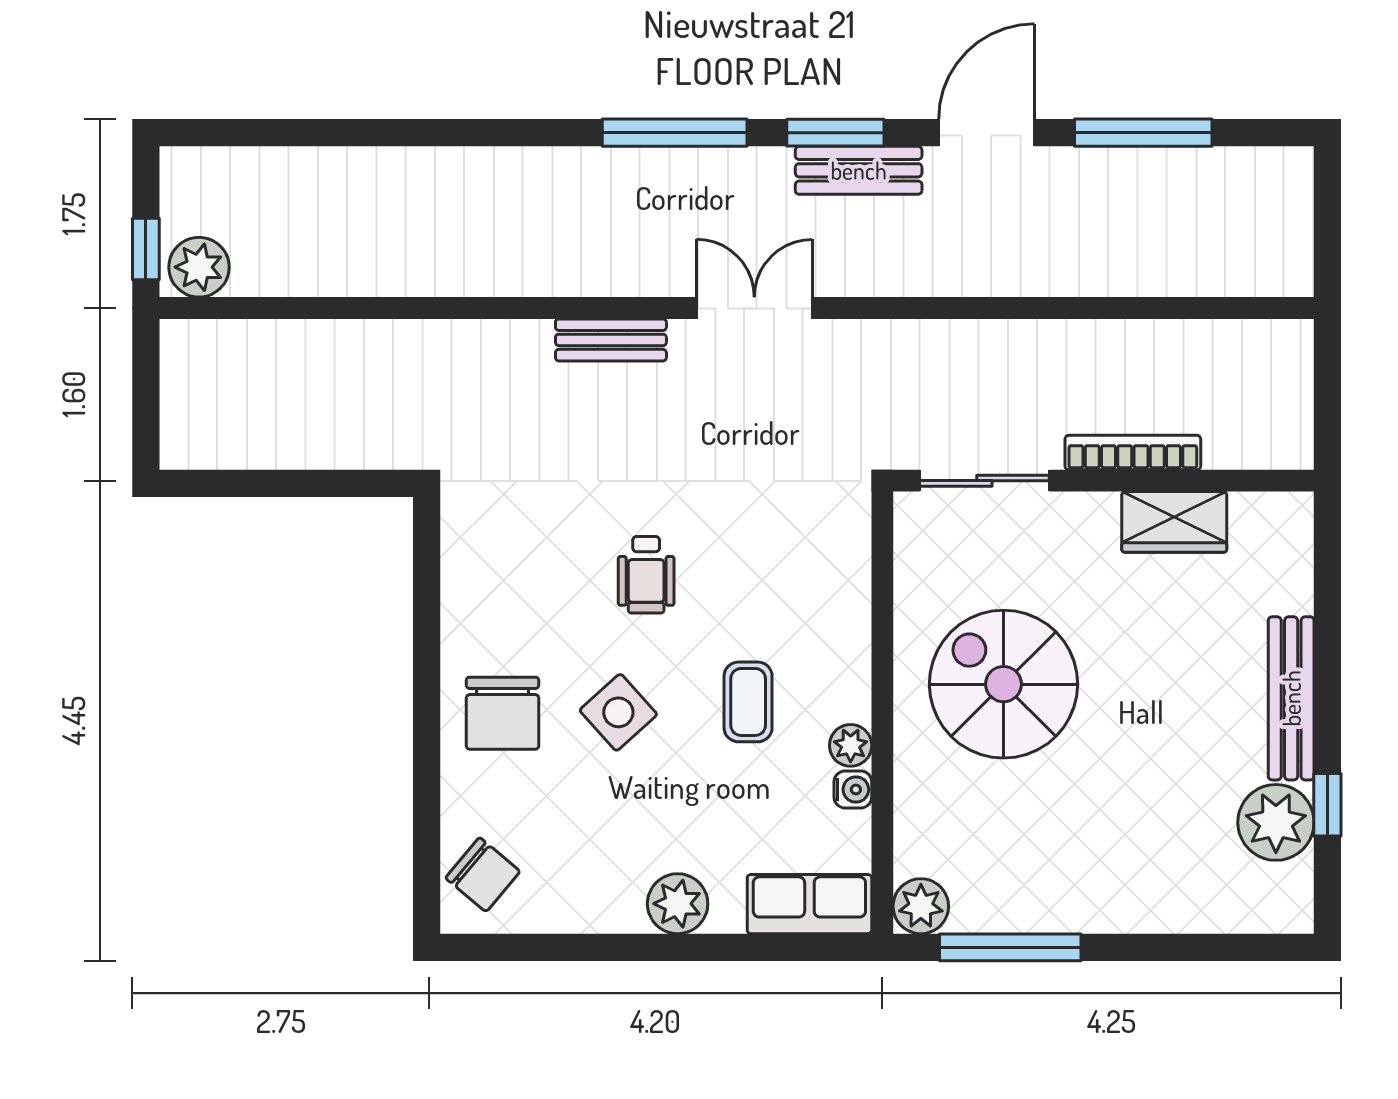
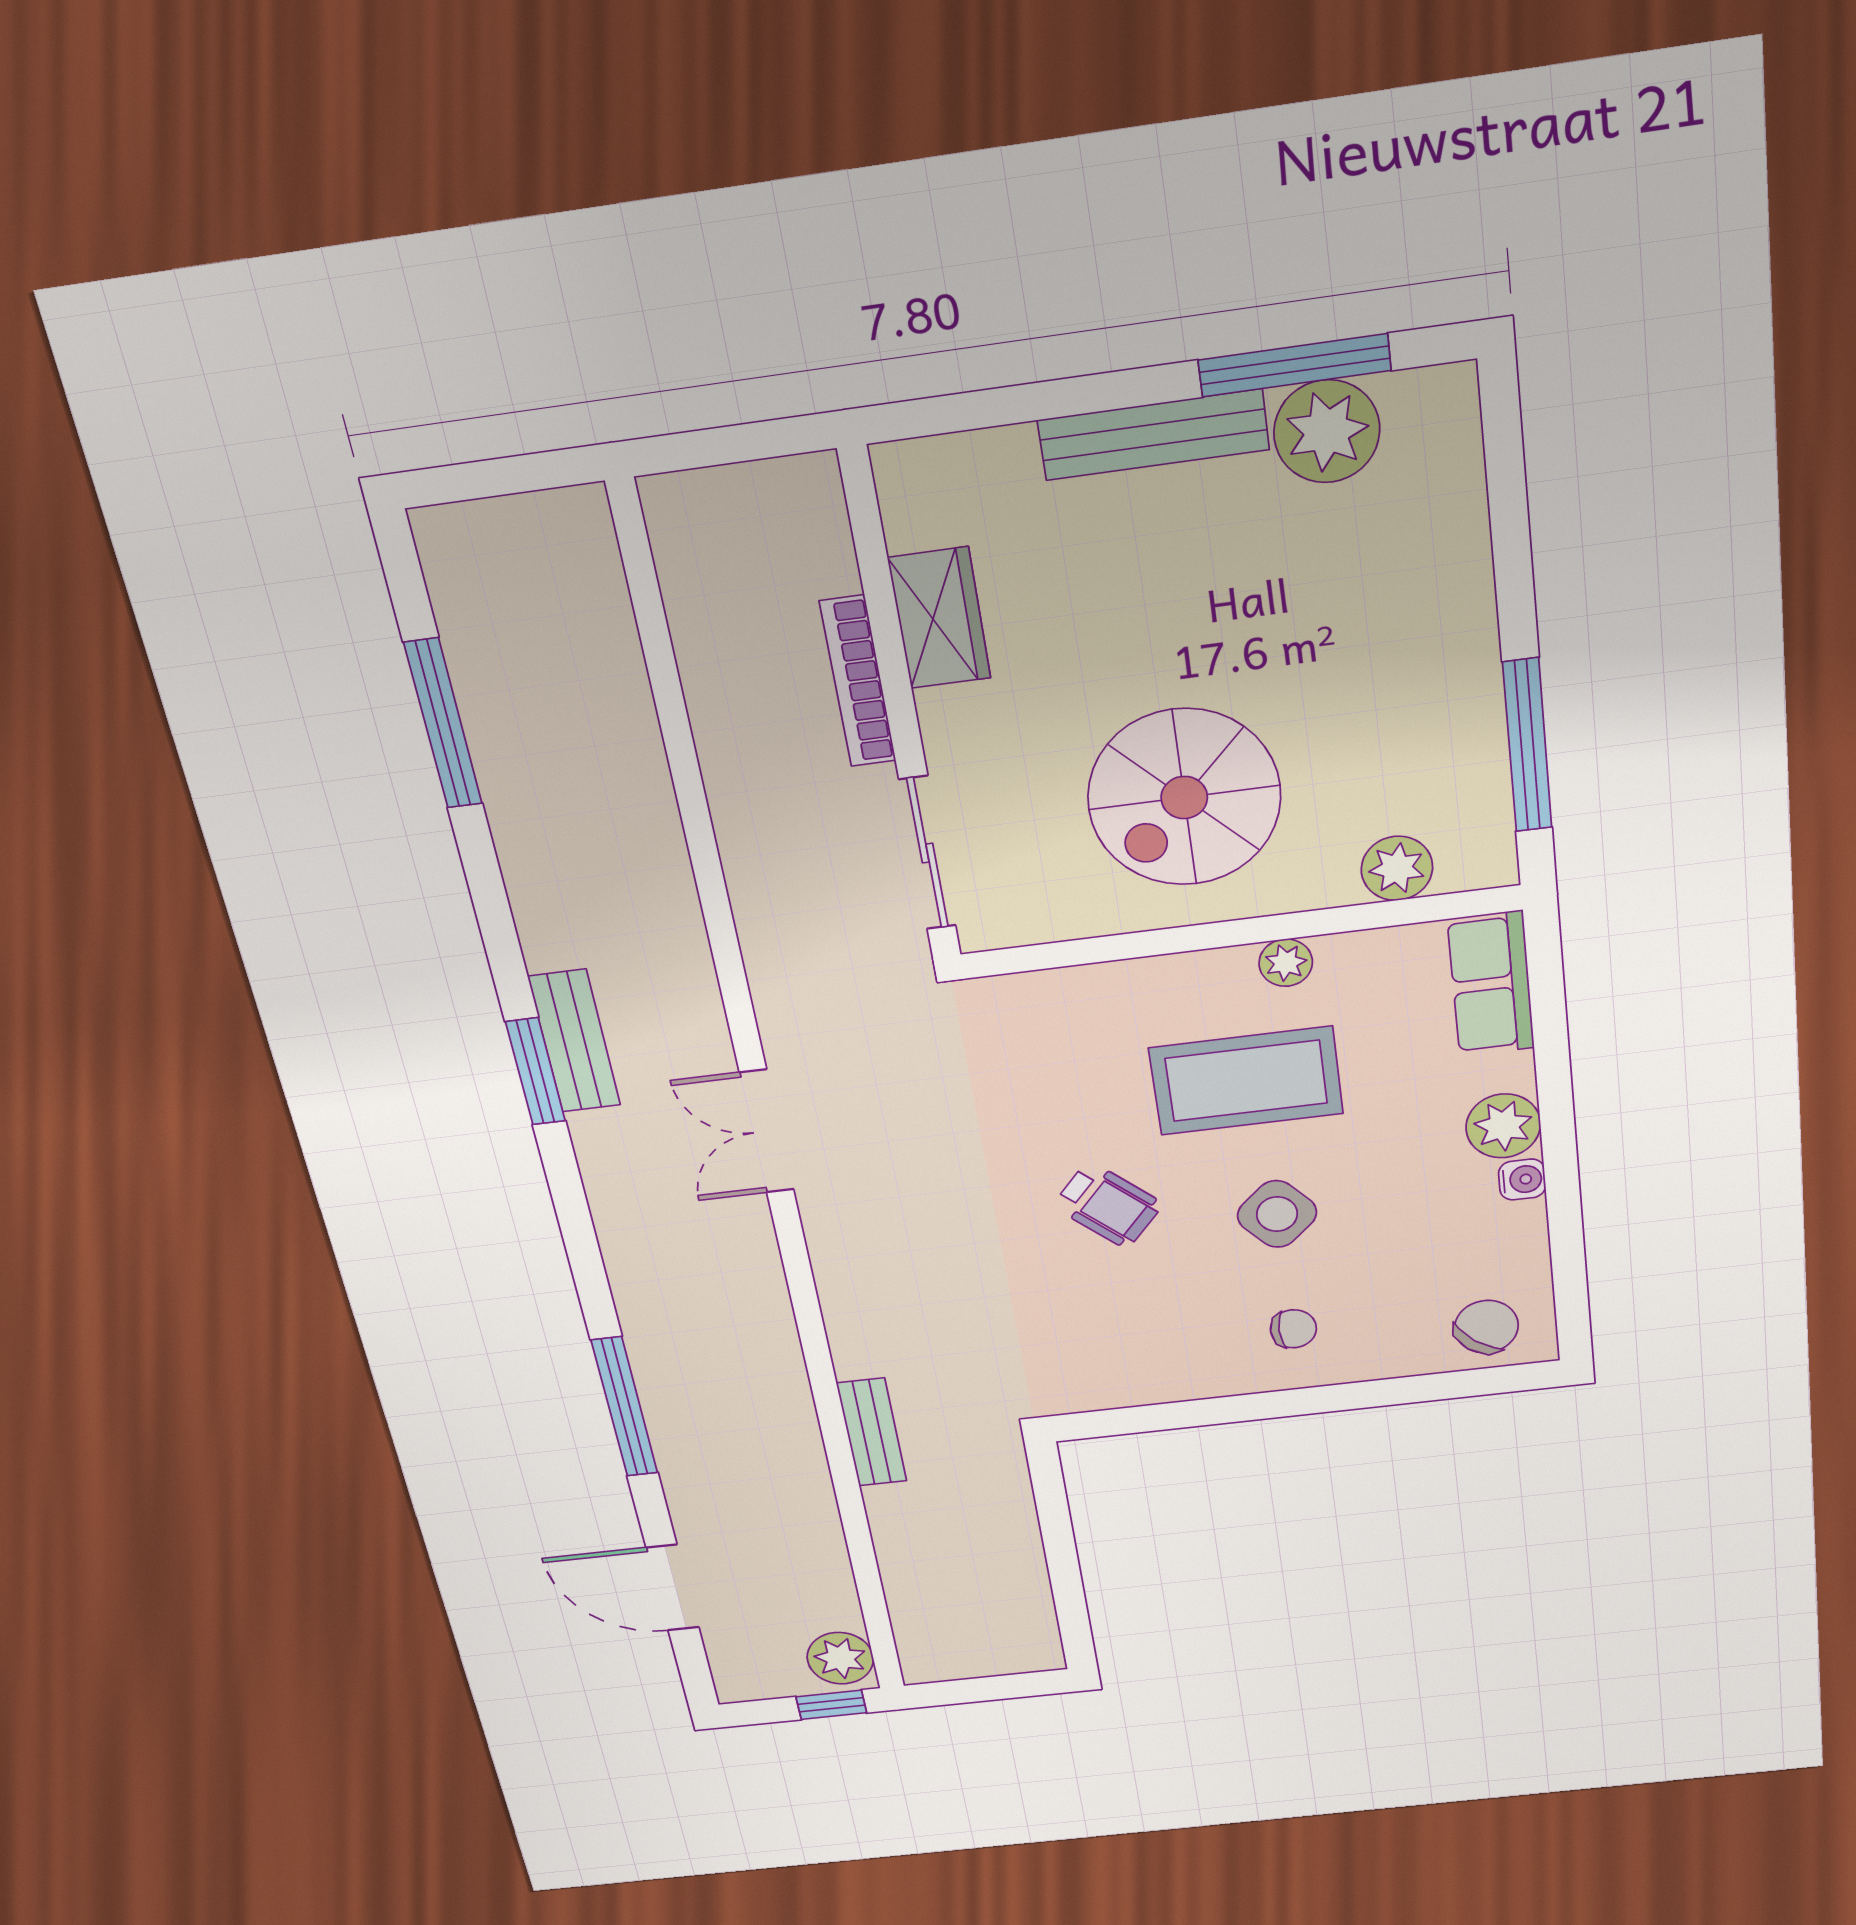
window: (675, 133) -> (625, 1407), moved
door: (987, 133) -> (672, 1588), moved
bench: (611, 340) -> (872, 1432), moved
wheelchair: (646, 575) -> (1108, 1205), turned 42
coffee table: (748, 702) -> (1246, 1081), width x1.86, depth x1.72
chair: (503, 713) -> (1293, 1329), width x0.54, depth x0.54
water cooler: (853, 789) -> (1522, 1180), moved, turned 90
window: (1327, 805) -> (1295, 365), width x2.17
plant: (921, 906) -> (1397, 868), moved

